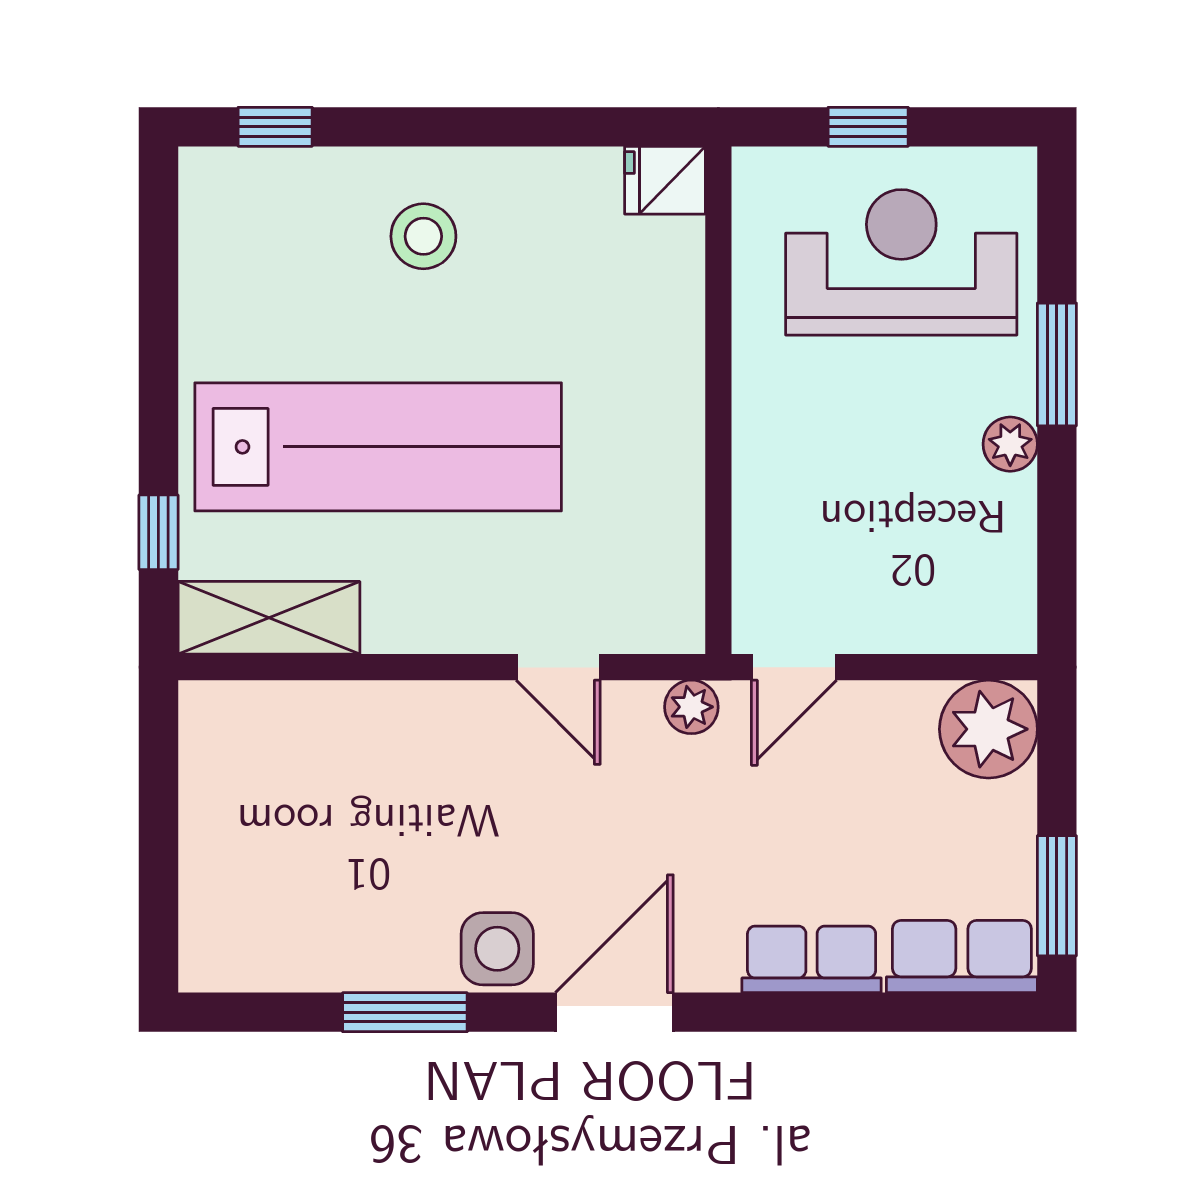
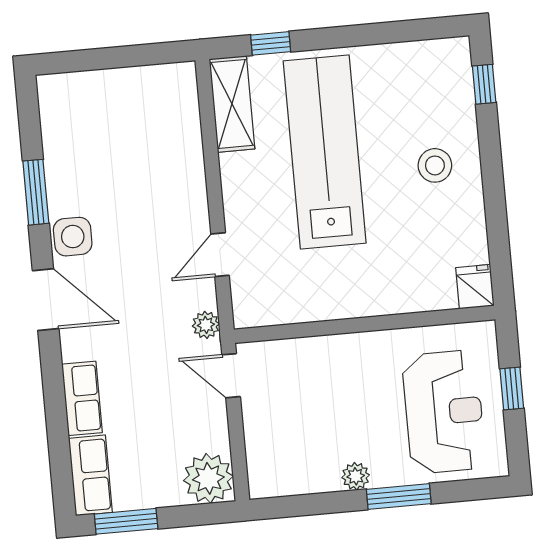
lab bench: (378, 447) -> (325, 152), turned 180

